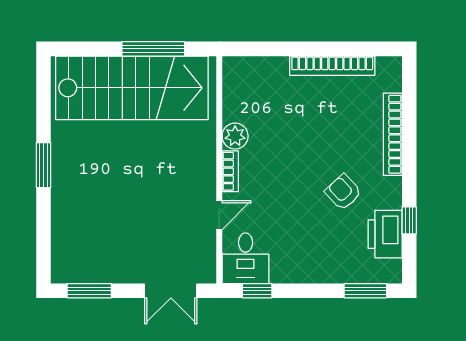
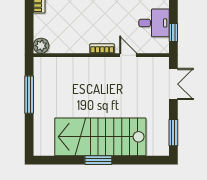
stairs: (132, 88) -> (100, 137), moved, turned -90
plant: (235, 136) -> (41, 46), moved
desk: (246, 258) -> (154, 23), moved

